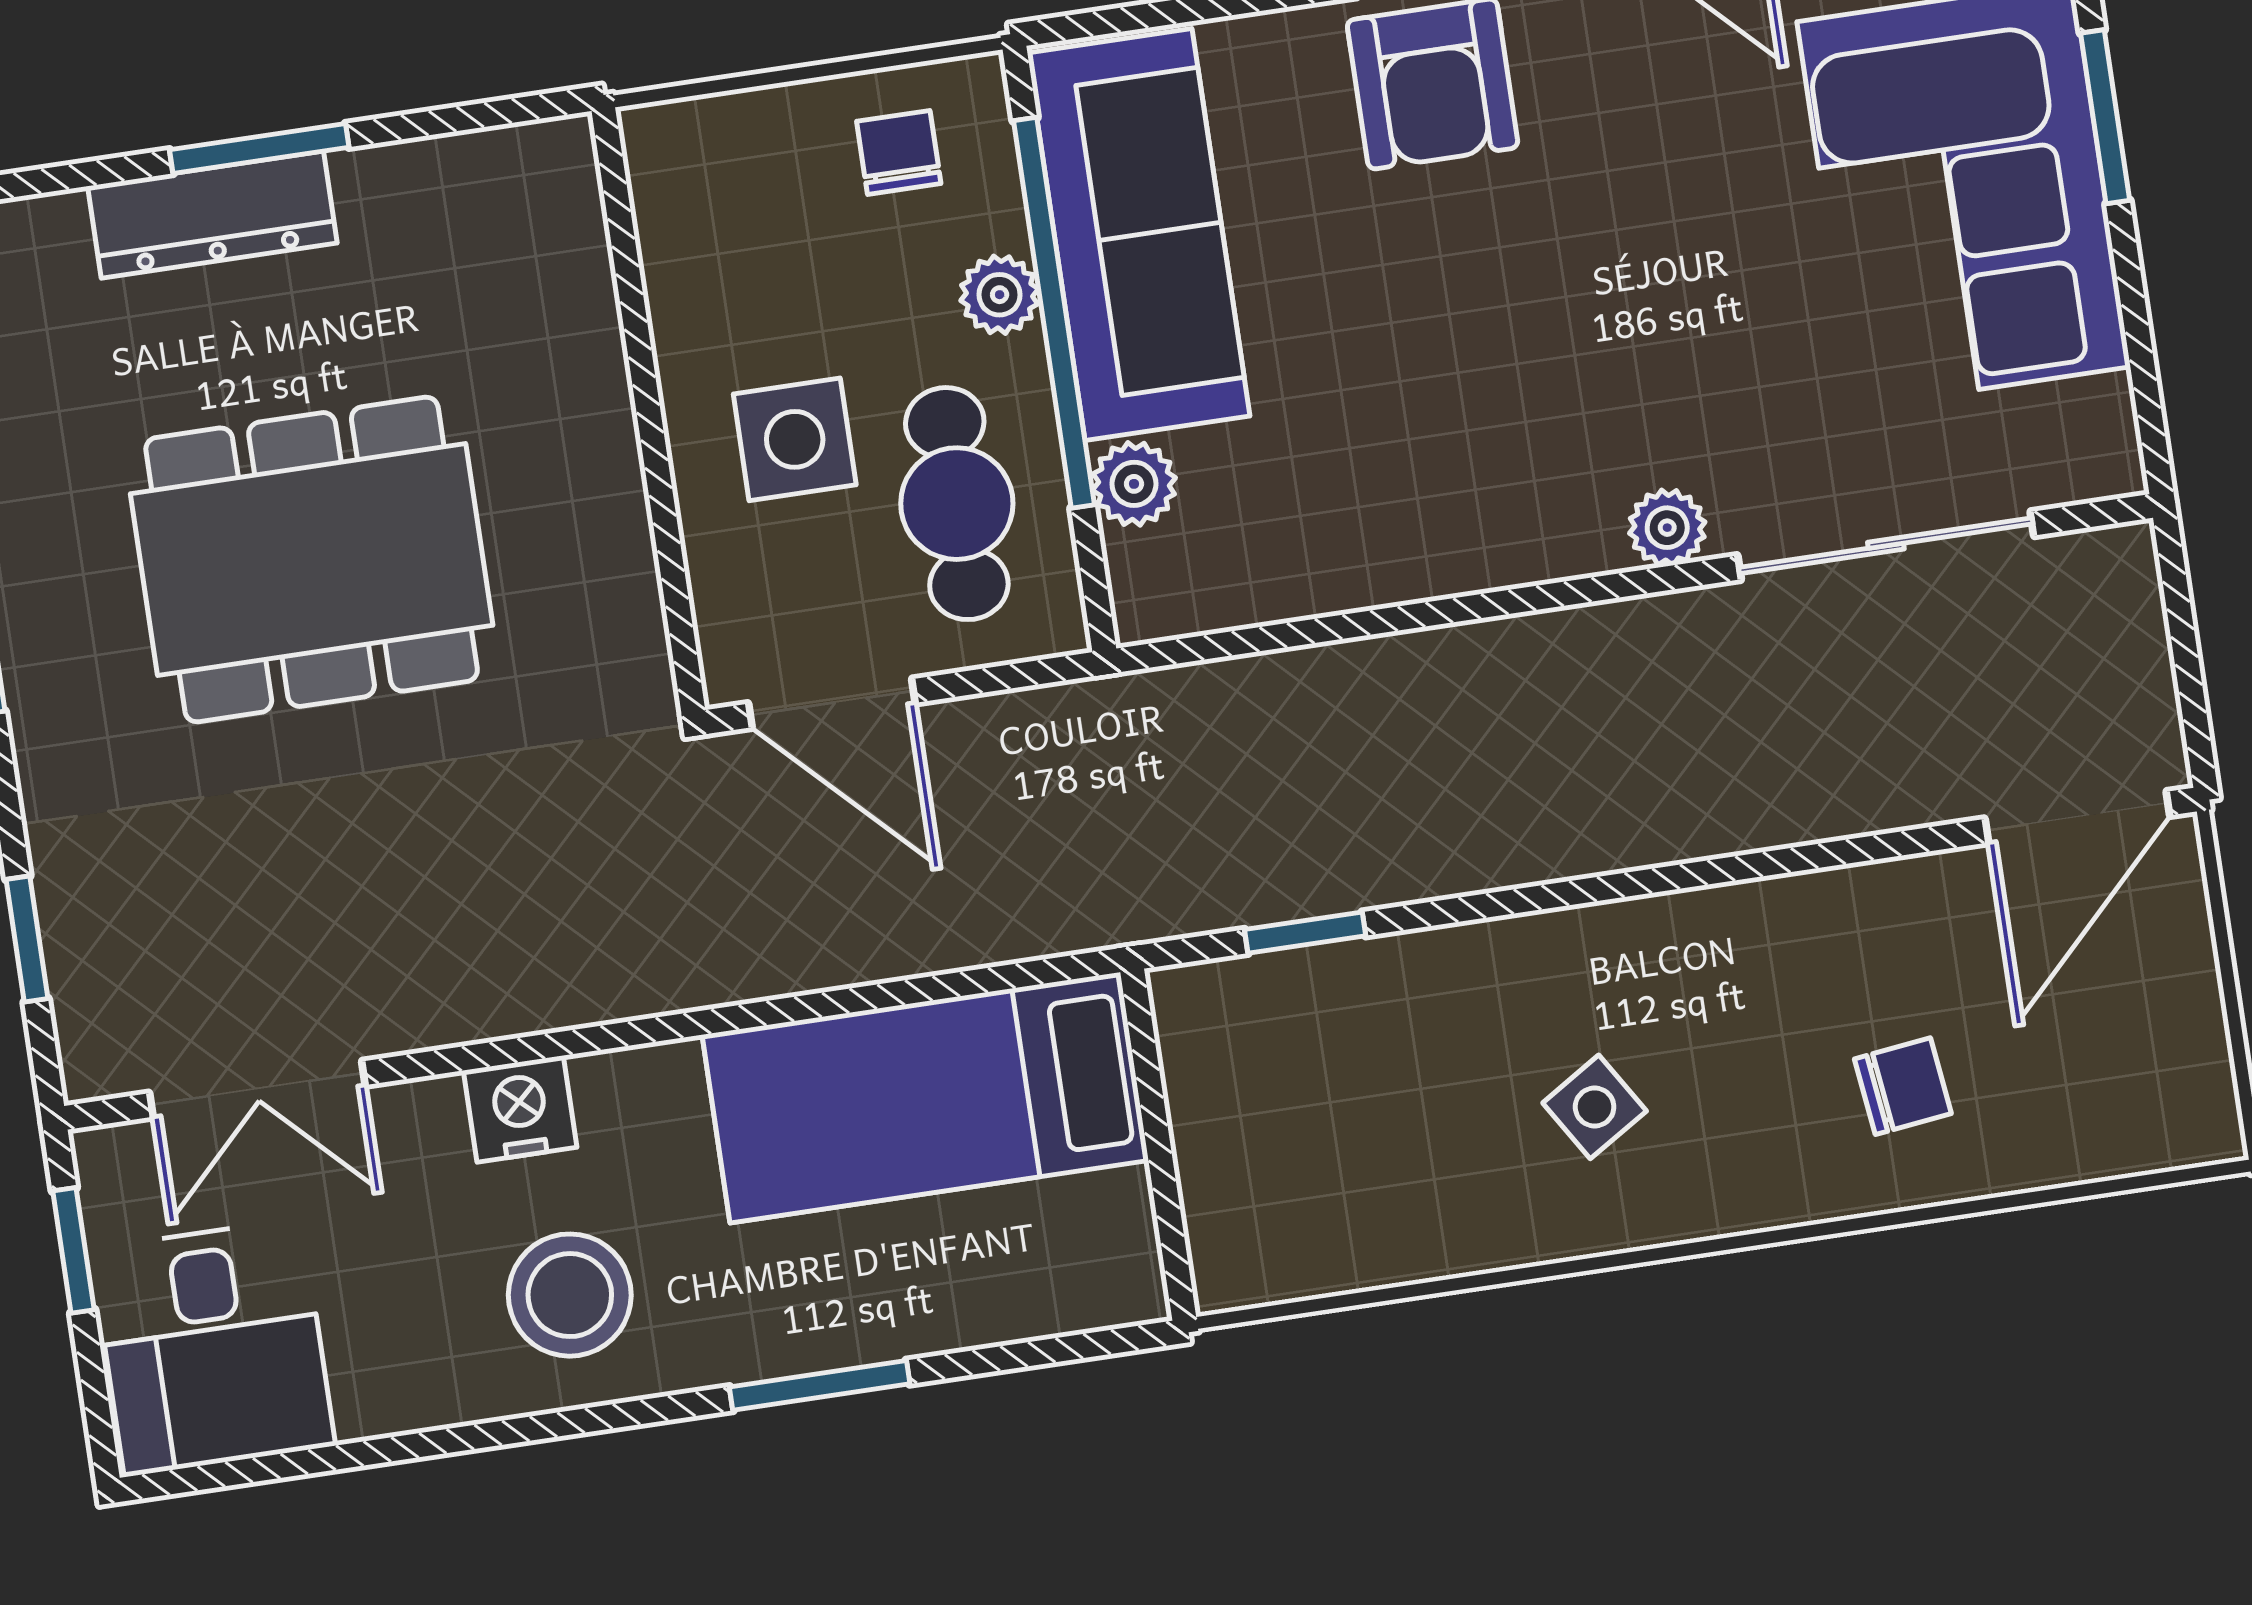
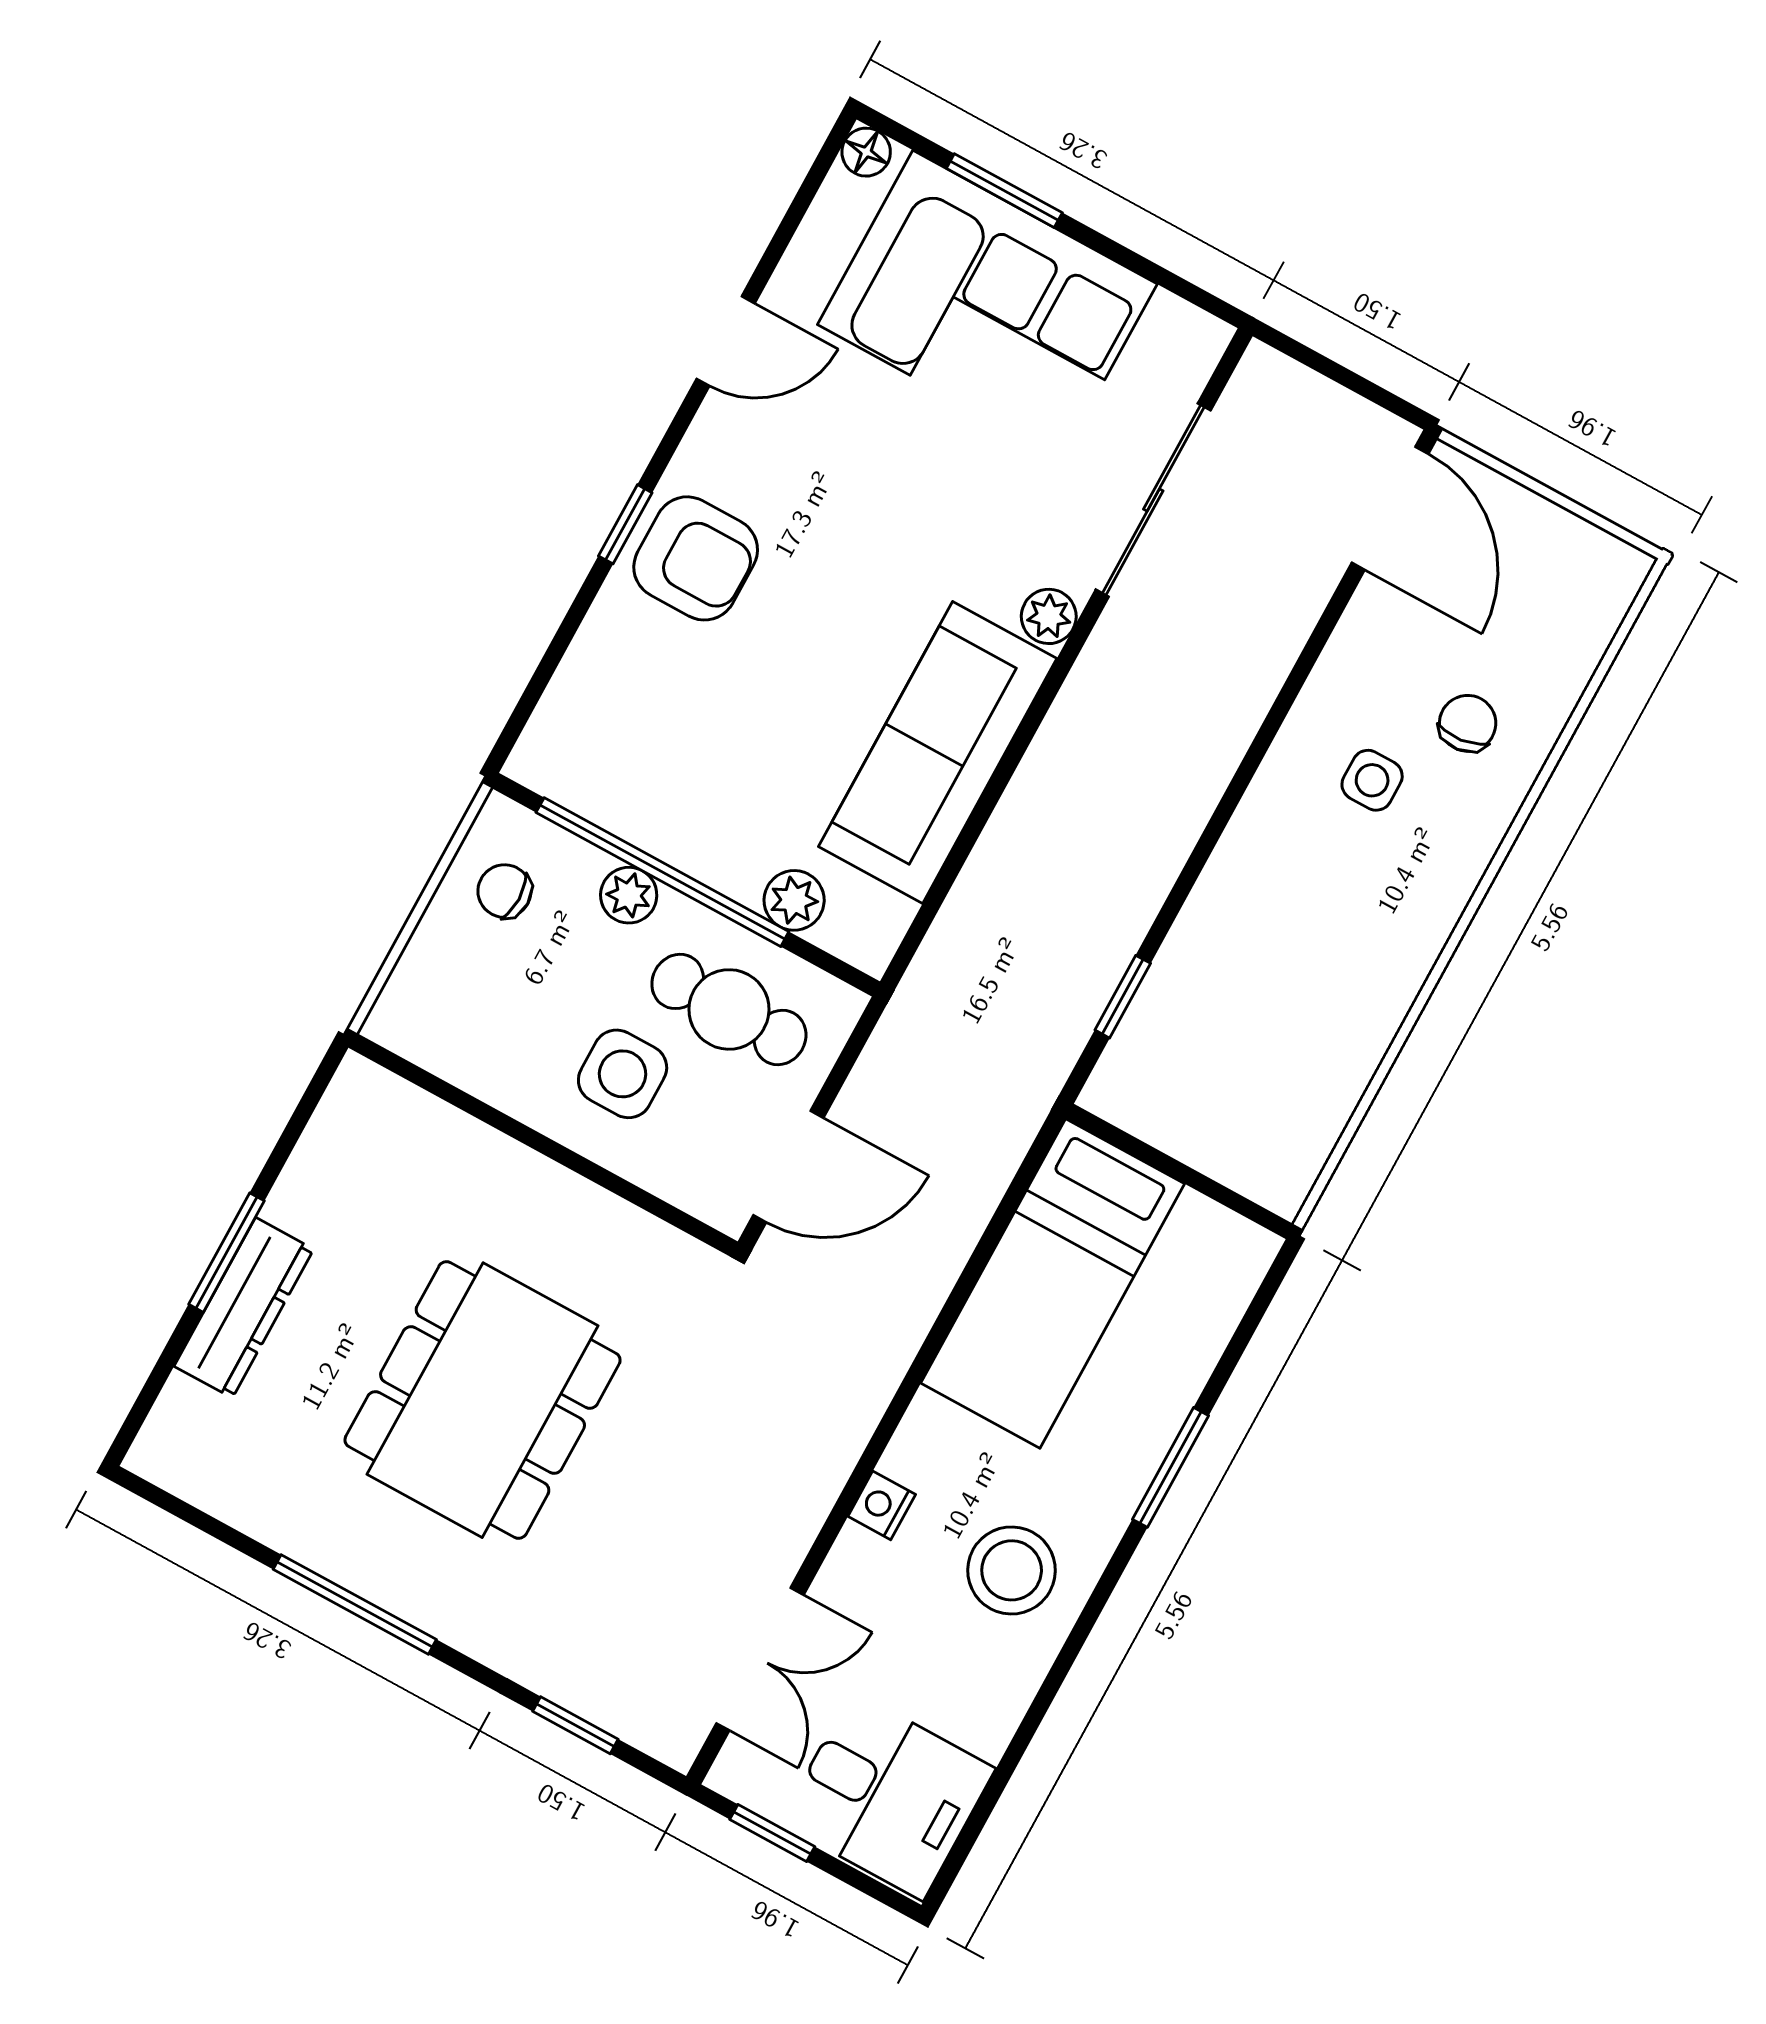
sofa: (1138, 235) -> (938, 752), moved, turned -90
side table: (1595, 1107) -> (1372, 780), moved, turned 32
nightstand: (520, 1109) -> (882, 1505), width x0.72, depth x0.74

